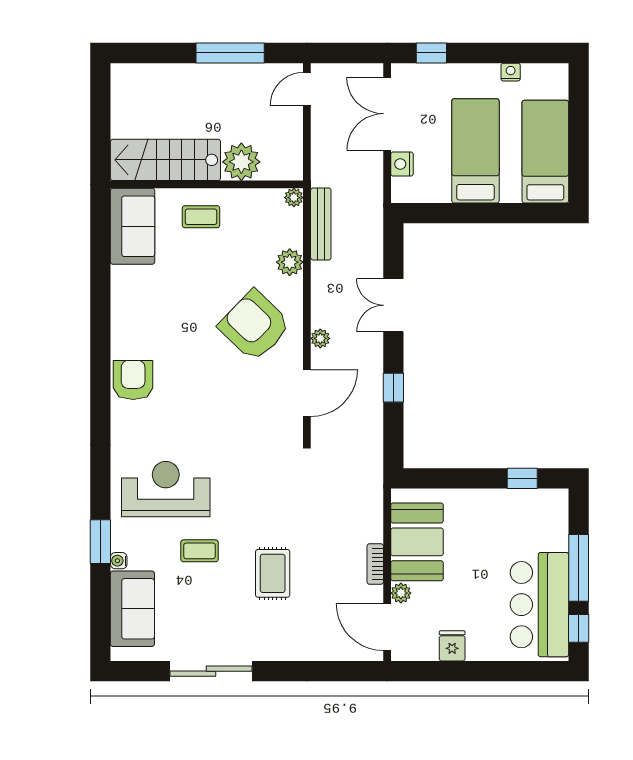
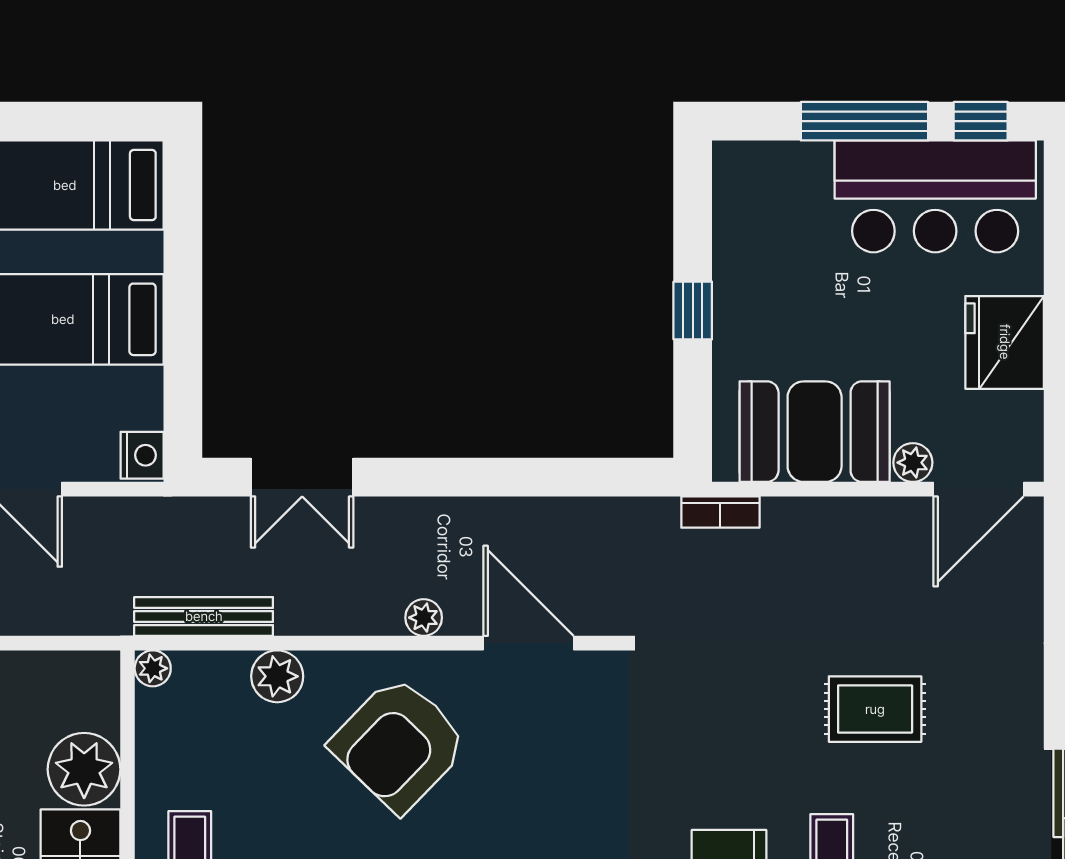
nightstand: (402, 164) -> (142, 455), moved, turned -90
double door: (393, 305) -> (302, 477), moved
window: (393, 388) -> (518, 477), removed
window: (522, 478) -> (693, 310), moved
bookcase: (375, 564) -> (720, 512), moved
fridge: (452, 646) -> (1005, 342), width x1.88, depth x1.34

